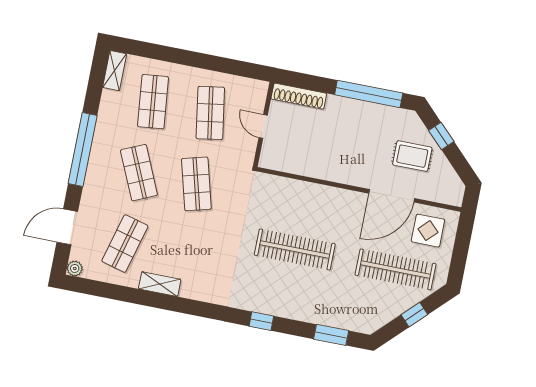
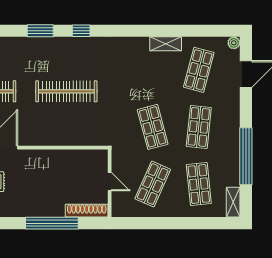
window: (369, 94) -> (52, 223), moved
shop shelf: (210, 113) -> (153, 184), turned 33
window: (83, 150) -> (246, 156), moved
shop shelf: (139, 173) -> (199, 127), turned 30
window: (331, 335) -> (40, 31), moved

